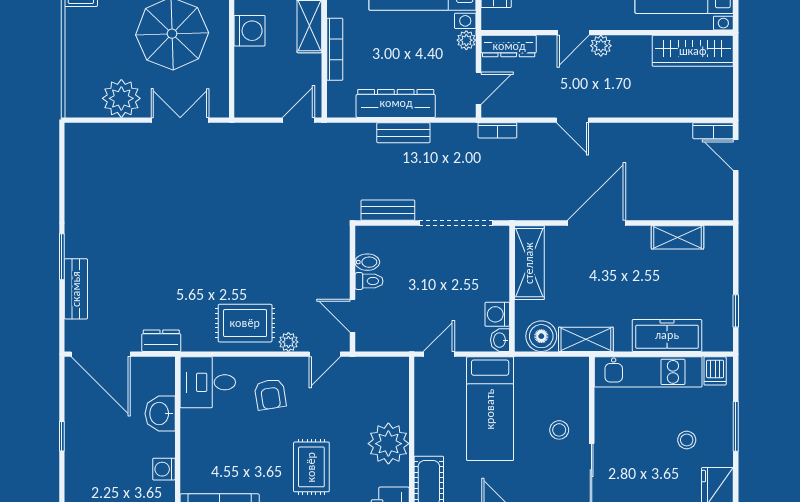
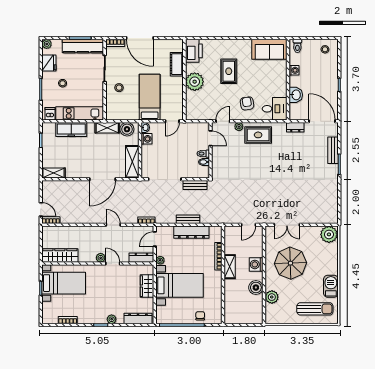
door: (573, 33) -> (113, 264), hinge flipped
plant: (121, 98) -> (329, 234), moved
door: (298, 120) -> (248, 225), moved
shelving: (677, 237) -> (54, 173), moved

